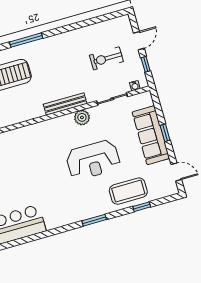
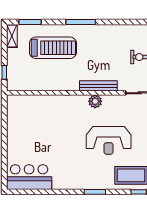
plant: (82, 117) -> (95, 101), moved

